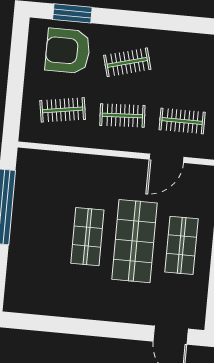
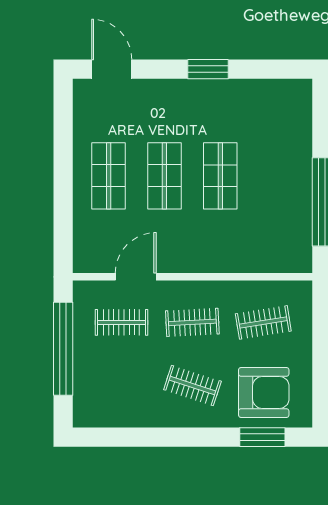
clothes rail: (127, 62) -> (192, 385), turned 33
shop shelf: (134, 241) -> (164, 176), width x0.70, depth x0.74
window: (89, 328) -> (208, 69), added

